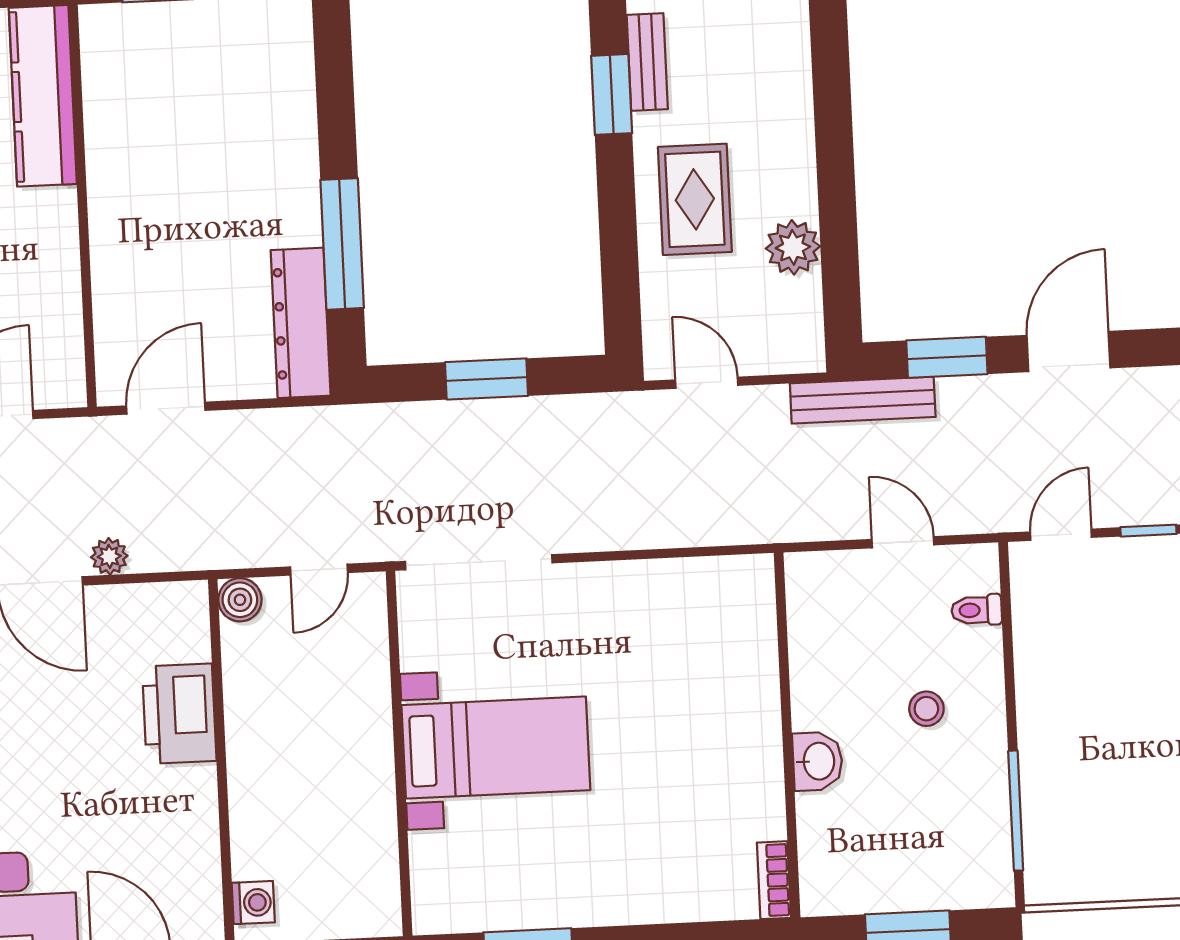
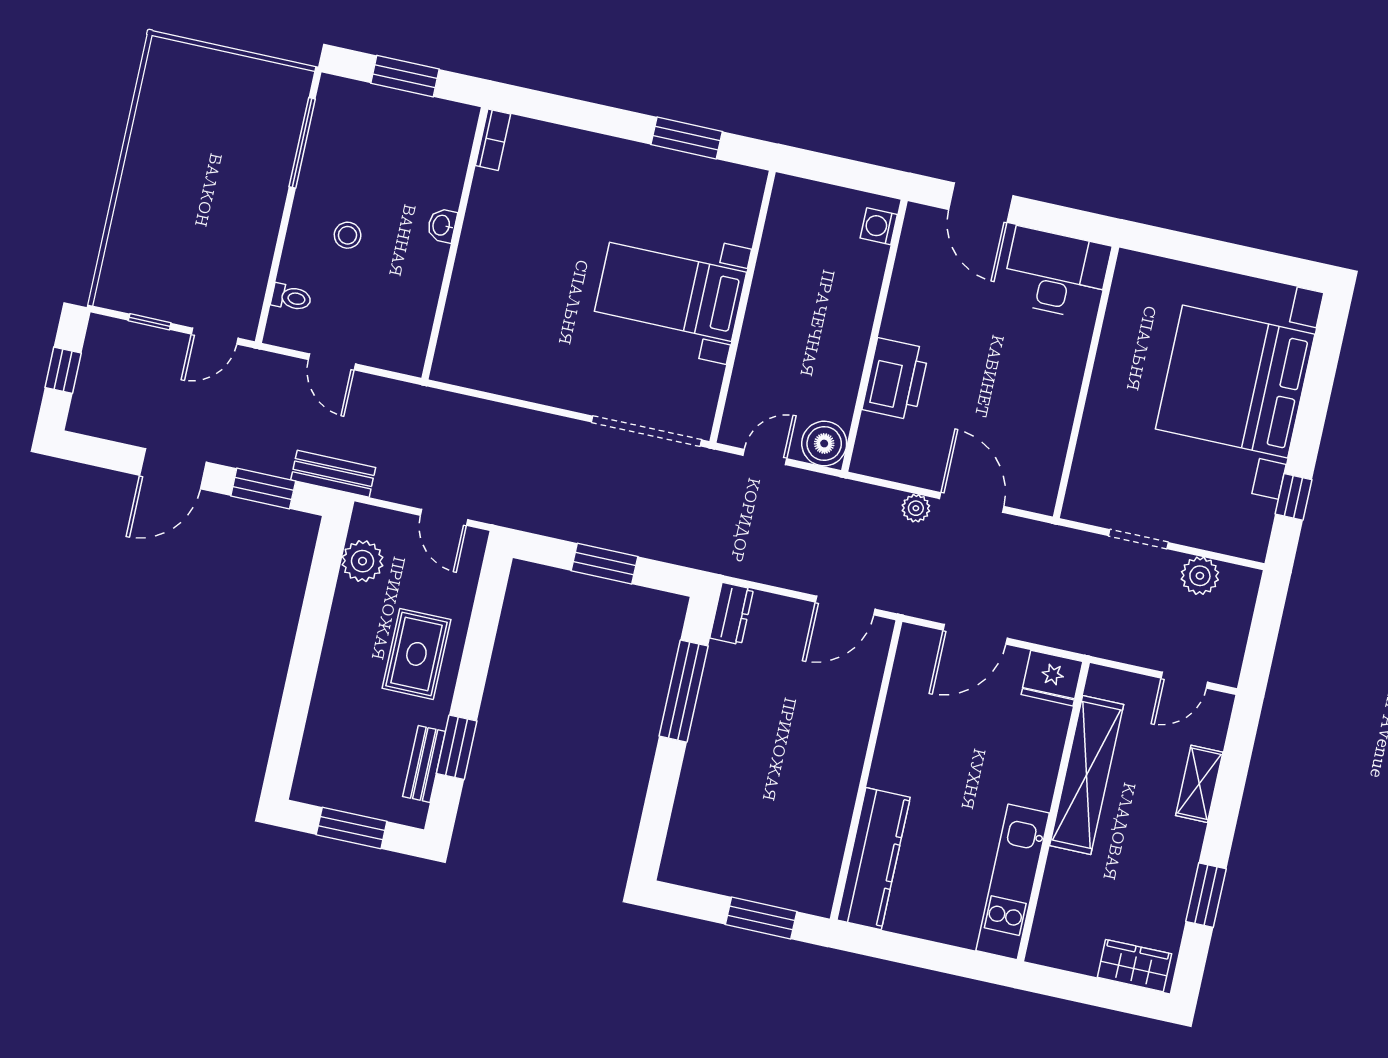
plant: (793, 247) -> (363, 561), moved
dresser: (301, 323) -> (732, 614), width x0.51, depth x0.80
bench: (863, 400) -> (333, 474), width x0.73
boiler: (240, 600) -> (824, 444), width x1.36, depth x1.36
washbasin: (818, 761) -> (442, 225), width x0.72, depth x0.69

